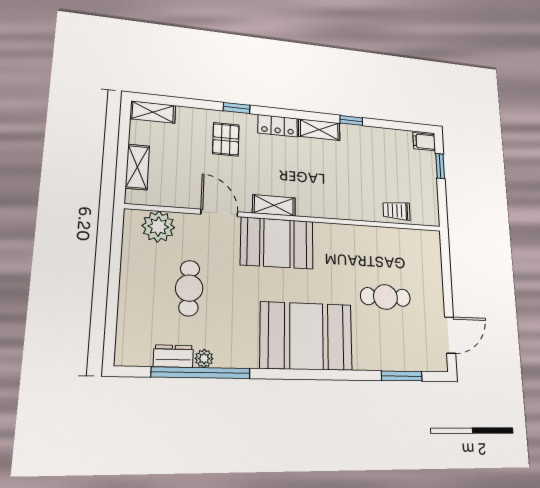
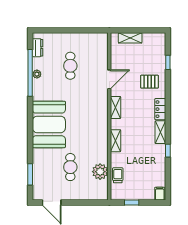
window: (237, 108) -> (168, 62), moved
shelving: (153, 112) -> (116, 141), moved
window: (440, 166) -> (132, 203), moved
plant: (158, 227) -> (100, 172), moved
booth: (277, 243) -> (96, 109), removed
cafe table: (189, 288) -> (70, 66), turned 90
dresser: (173, 356) -> (38, 48), moved

